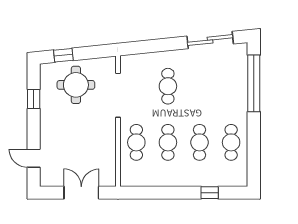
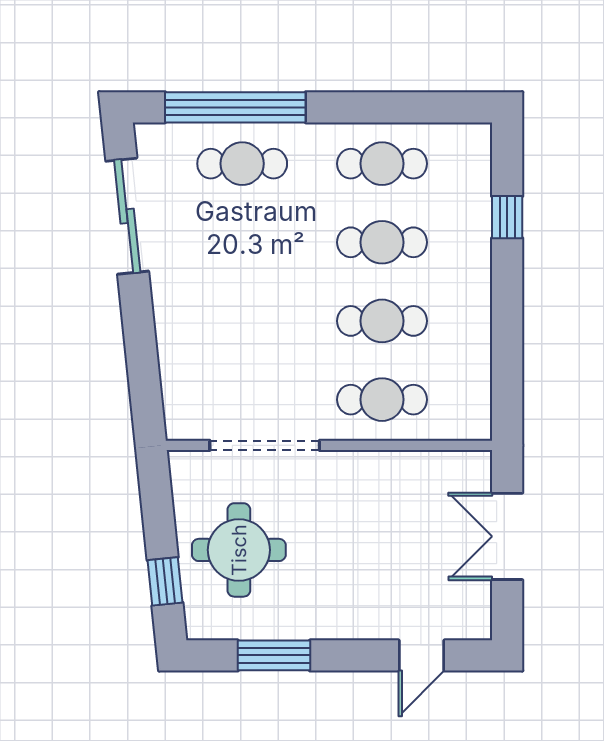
cafe table: (168, 86) -> (242, 164), moved
window: (34, 99) -> (274, 655), width x1.50

